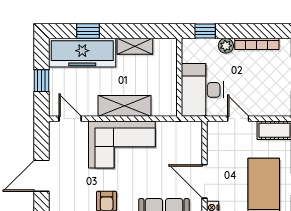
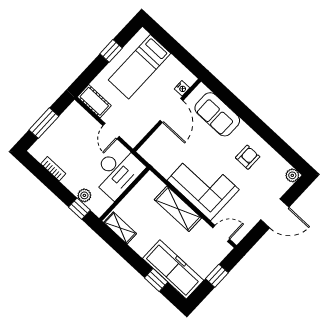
bookcase: (257, 44) -> (53, 169), width x0.64
shelving: (135, 46) -> (120, 228), moved
plant: (226, 46) -> (84, 195), moved
door: (70, 119) -> (221, 233), swing flipped

